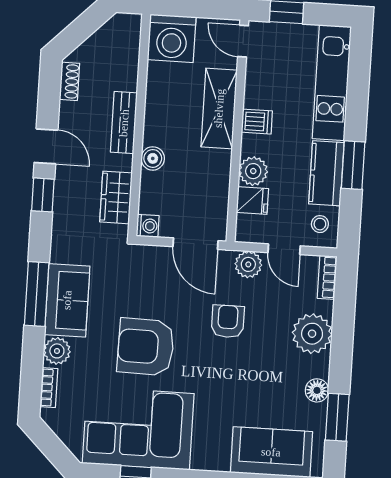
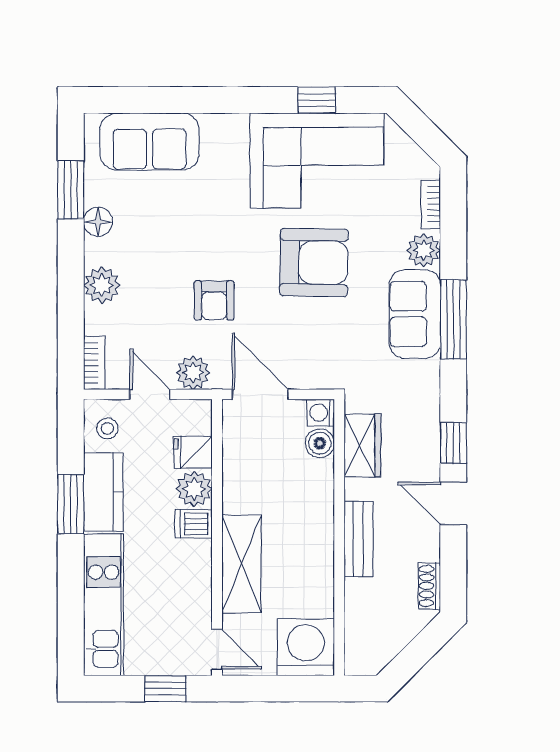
dishwasher: (257, 122) -> (194, 524), moved
boiler: (153, 158) -> (320, 443), moved
plant: (312, 334) -> (102, 285), width x0.73, depth x0.73

